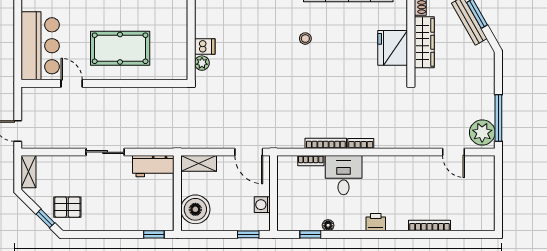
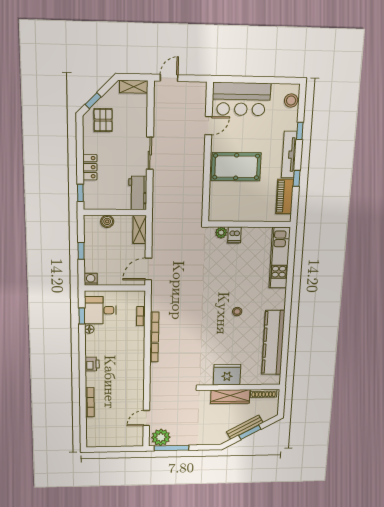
pool table: (120, 48) -> (236, 167), turned 90
desk: (344, 175) -> (100, 310), moved, turned 180
washing machine: (262, 205) -> (91, 279), moved
boiler: (195, 209) -> (107, 221), width x0.54, depth x0.54
locker: (123, 223) -> (90, 167), added
window: (248, 234) -> (81, 251), moved

